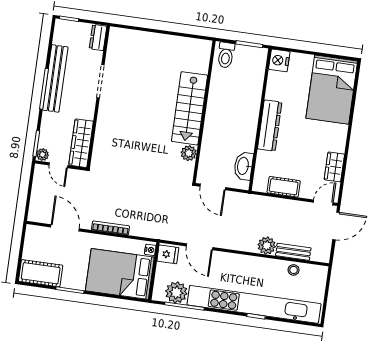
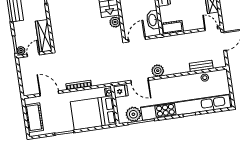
door: (58, 165) -> (33, 54), swing flipped
door: (213, 187) -> (137, 39), swing flipped
cot: (284, 187) -> (172, 27), moved
door: (323, 202) -> (211, 28), hinge flipped
plant: (267, 246) -> (158, 71), moved
cot: (41, 273) -> (34, 118), moved, turned 90

